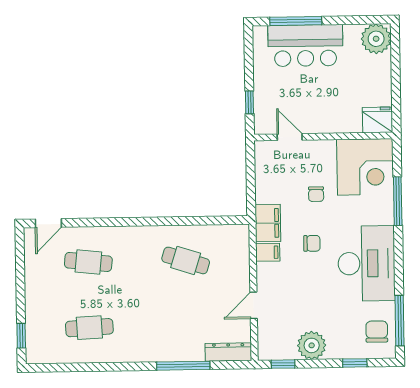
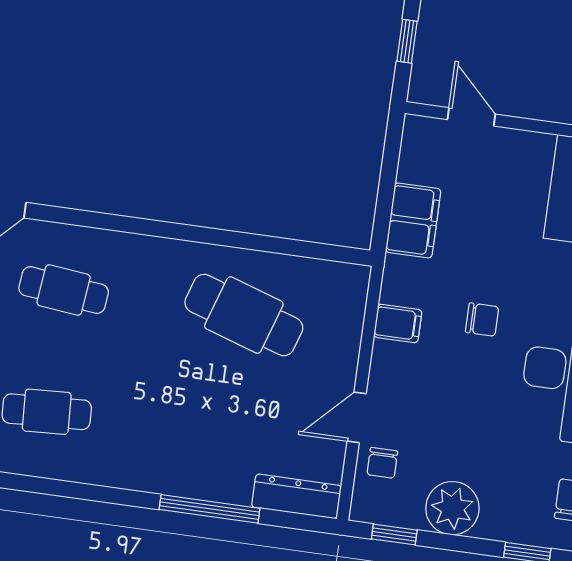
chair: (316, 194) -> (382, 463), moved
filing cabinet: (268, 223) -> (413, 220), moved
cafe table: (186, 260) -> (244, 315), width x1.37, depth x1.35

